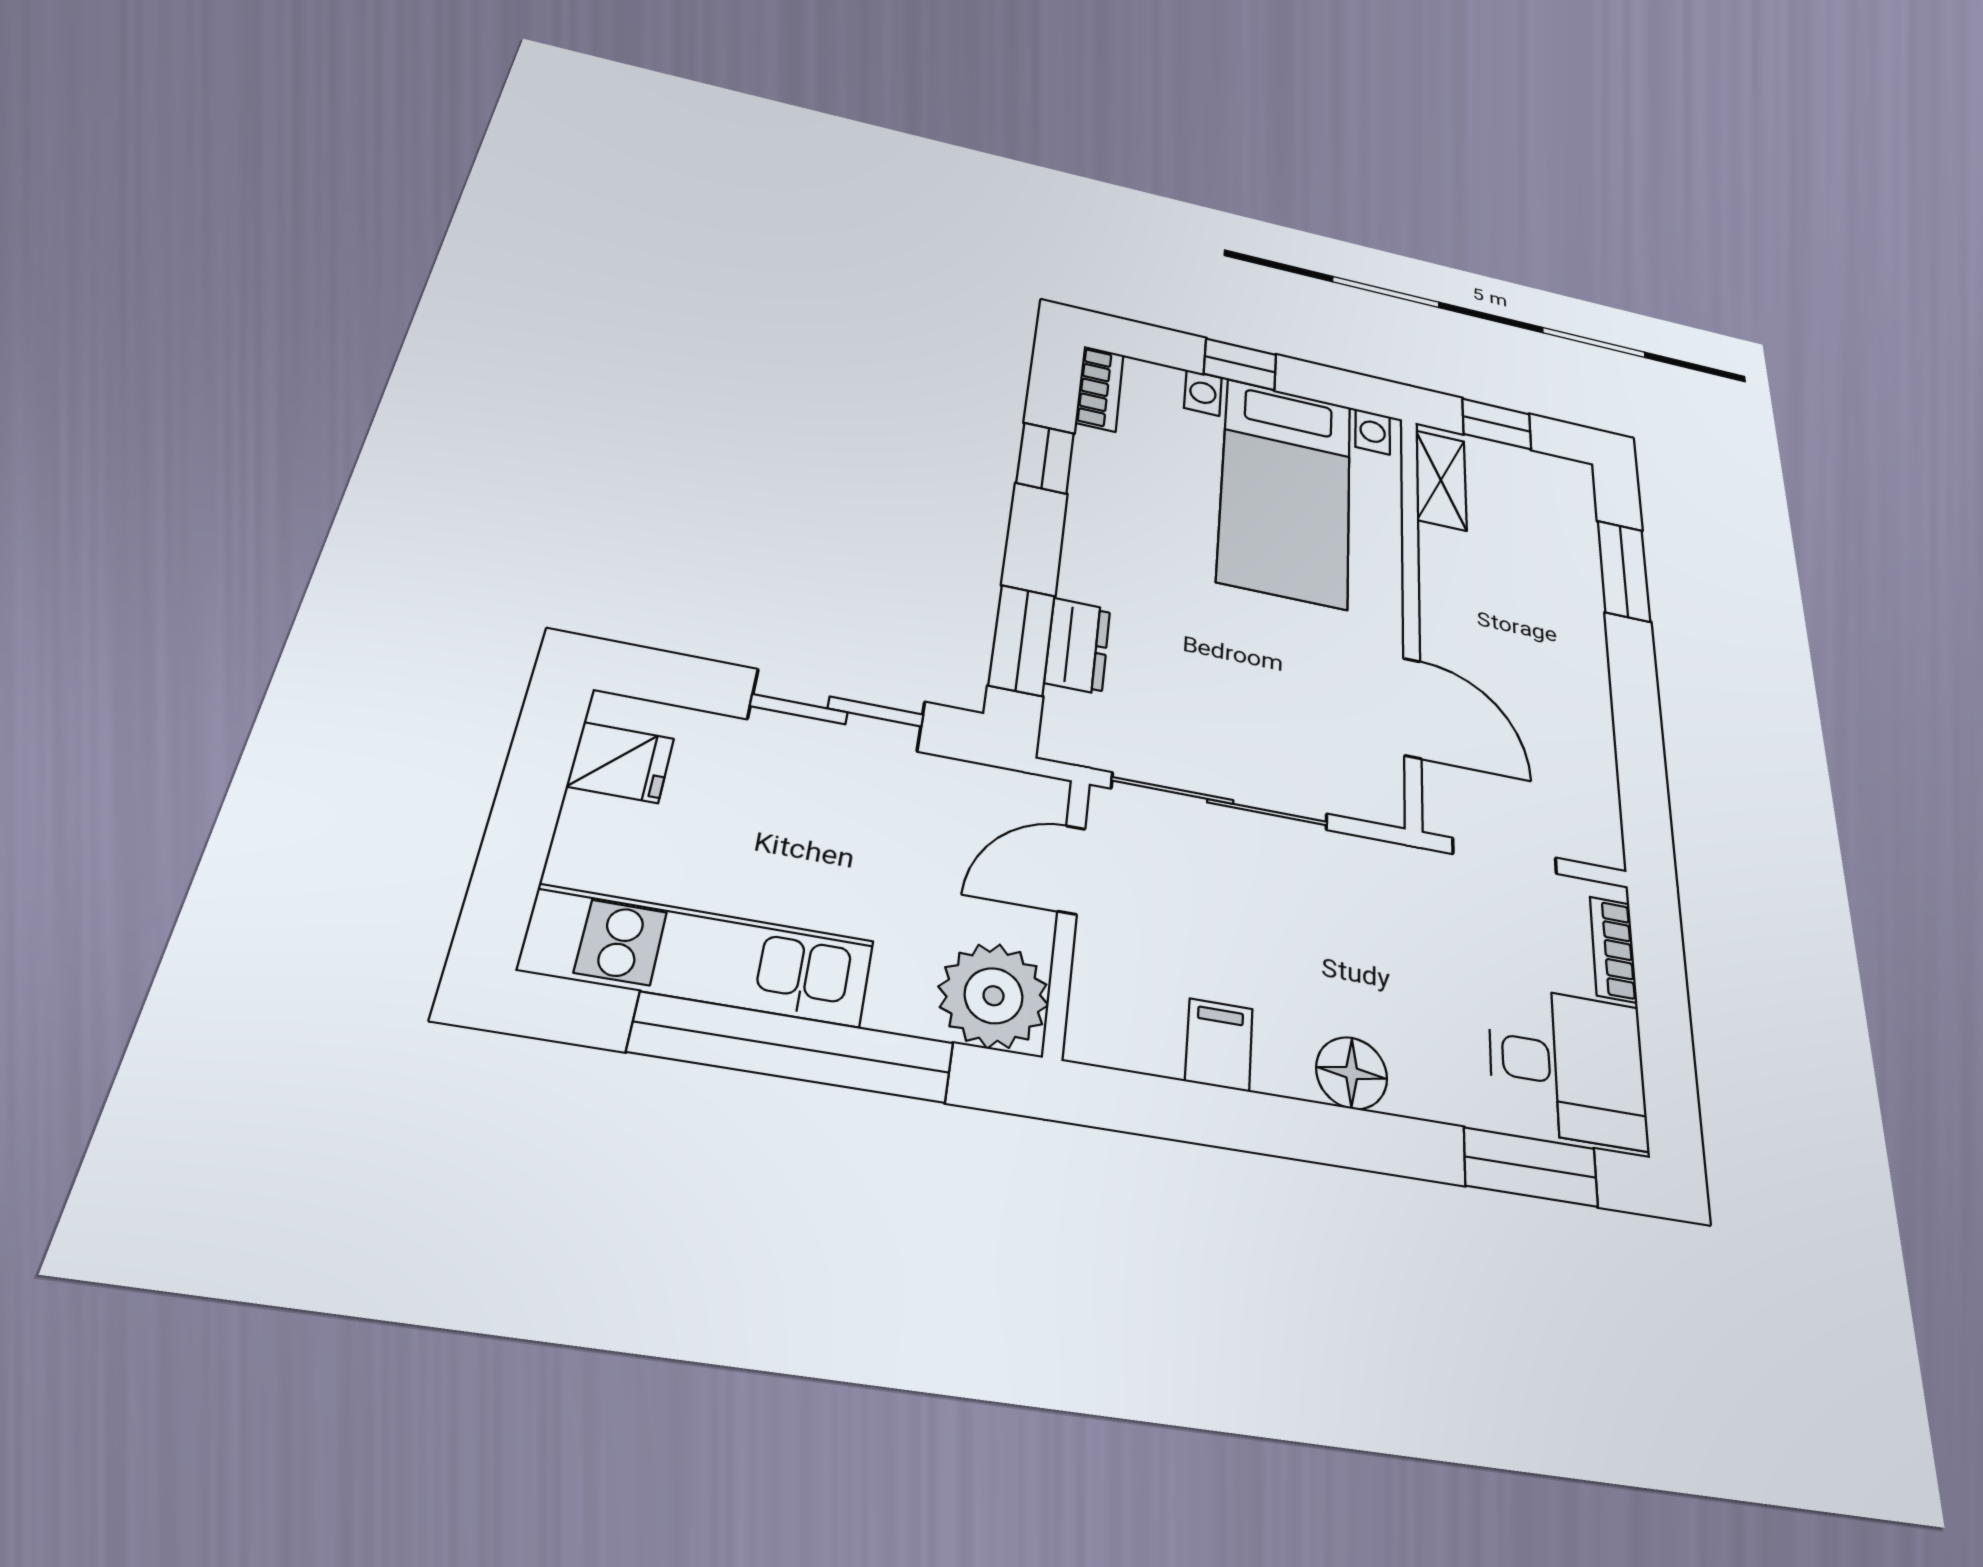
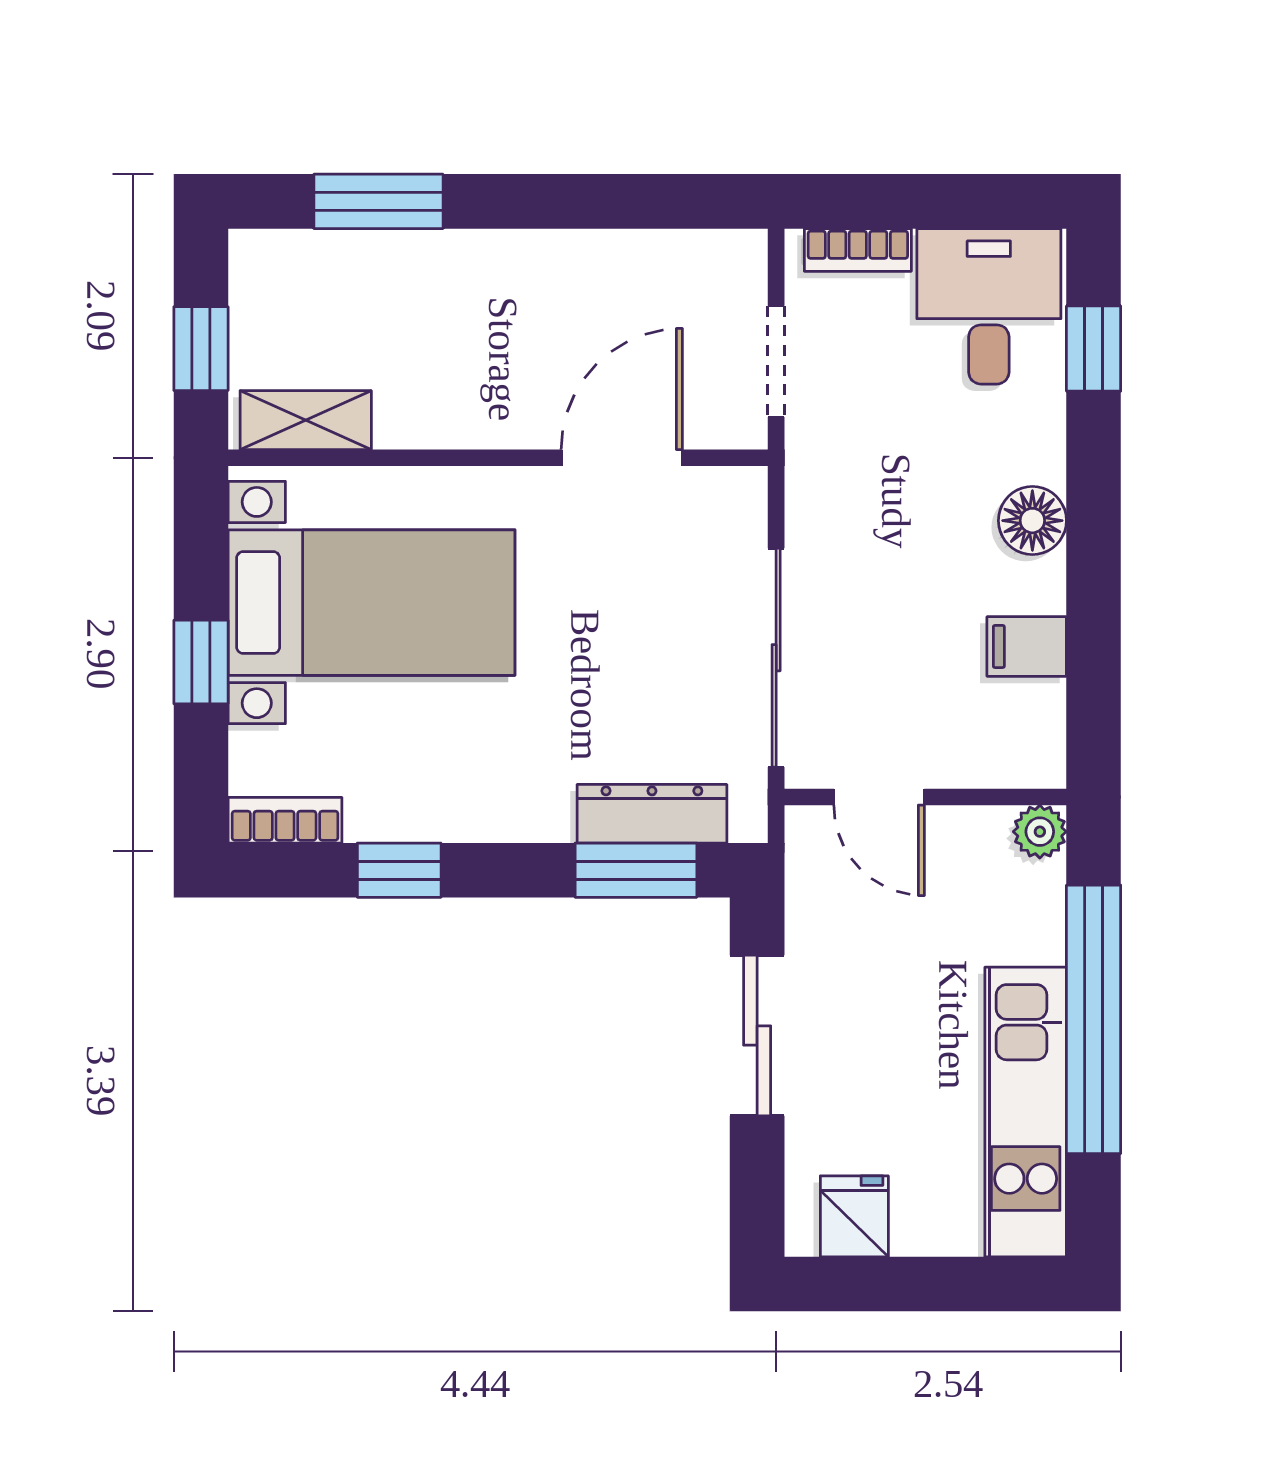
dresser: (1078, 646) -> (652, 814), width x1.44
plant: (994, 996) -> (1040, 832), width x0.53, depth x0.53
window: (1531, 1167) -> (1094, 349), width x0.67

